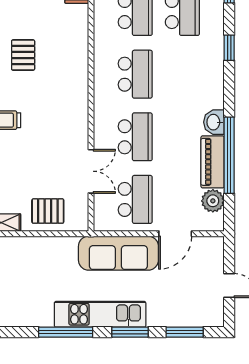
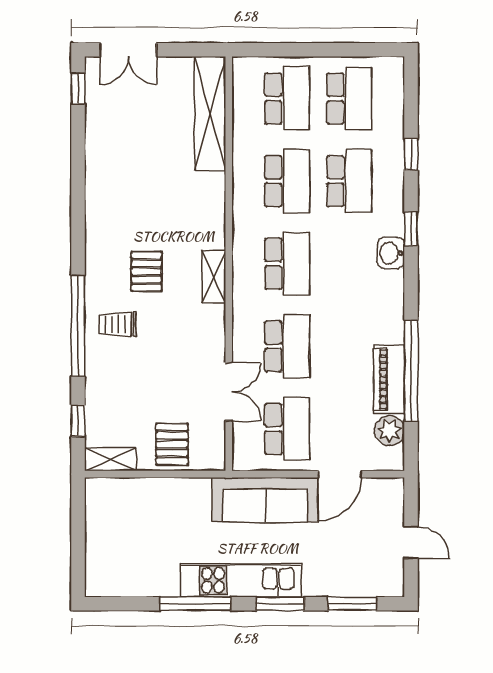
pallet: (23, 55) -> (146, 271), moved
shelving: (80, 84) -> (214, 277), added
washbasin: (214, 122) -> (391, 253), moved
pallet: (48, 211) -> (172, 444), turned 90

